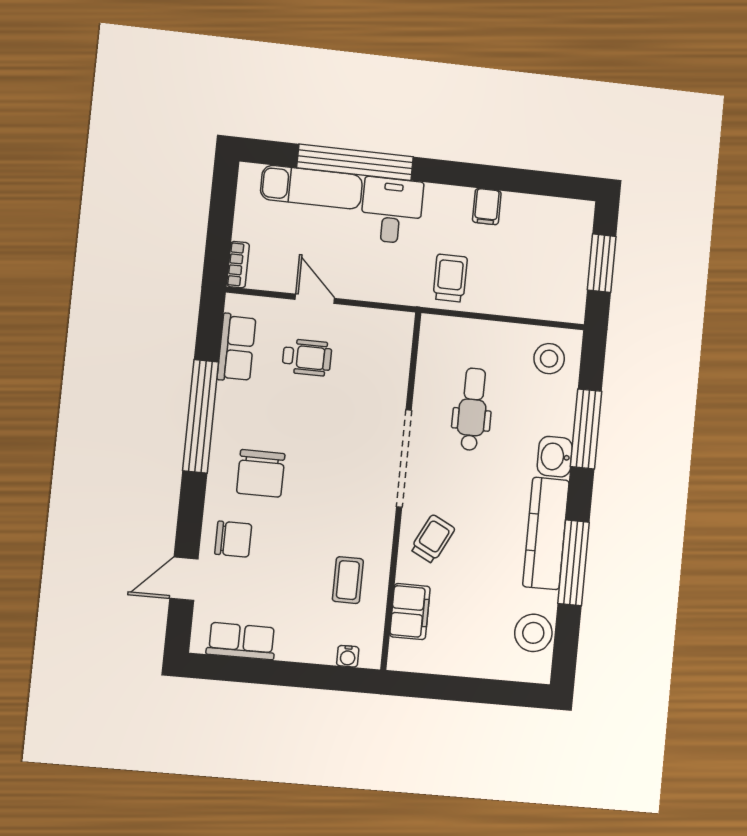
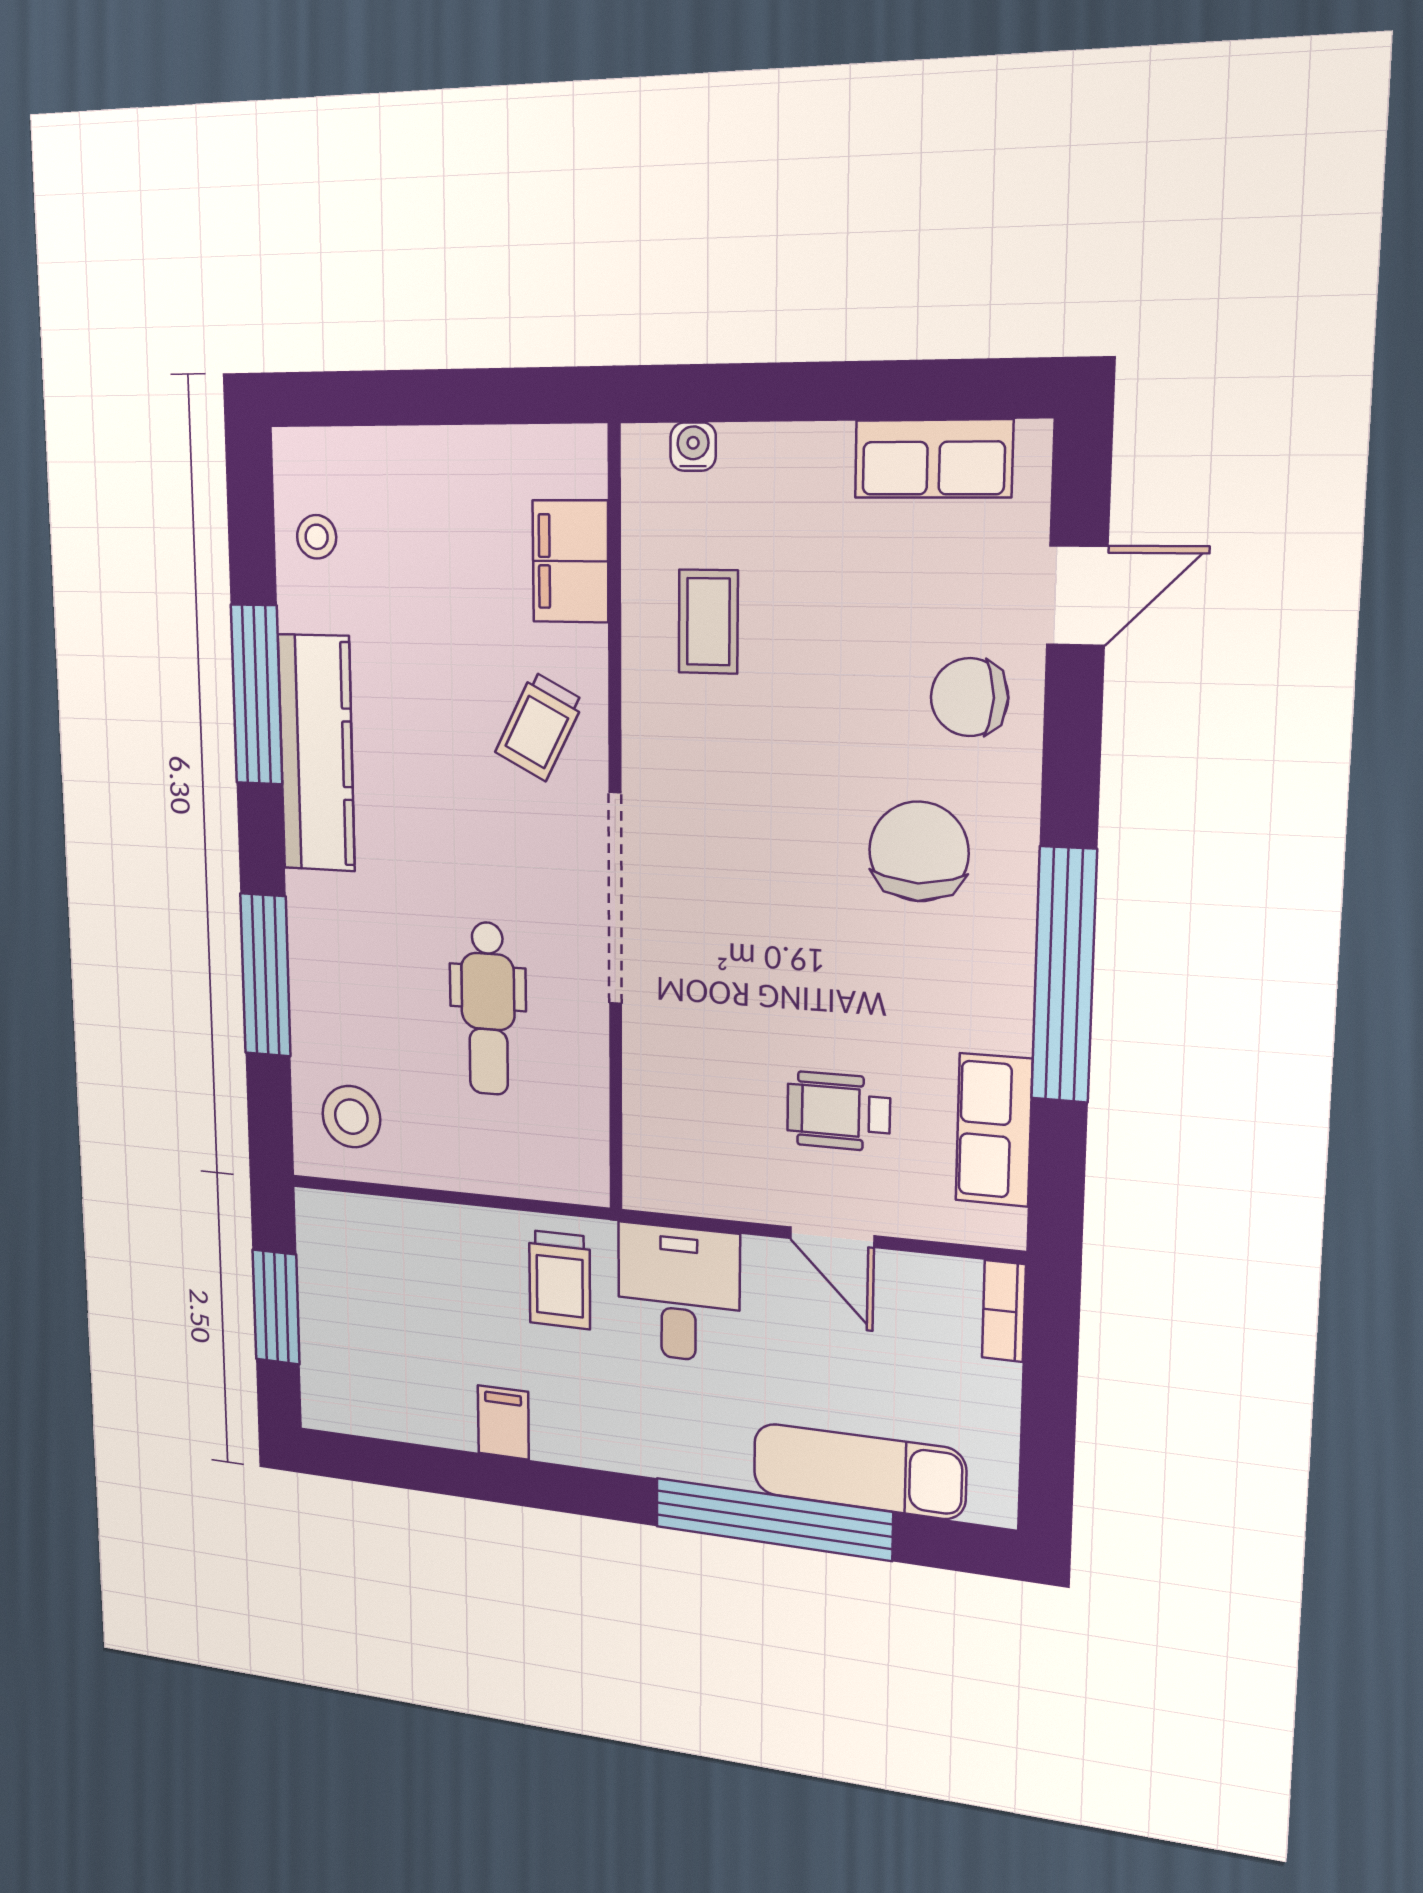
desk: (392, 210) -> (679, 1293), moved, turned 180
washbasin: (555, 457) -> (318, 916), removed
stool: (533, 633) -> (317, 537), width x0.53, depth x0.53

